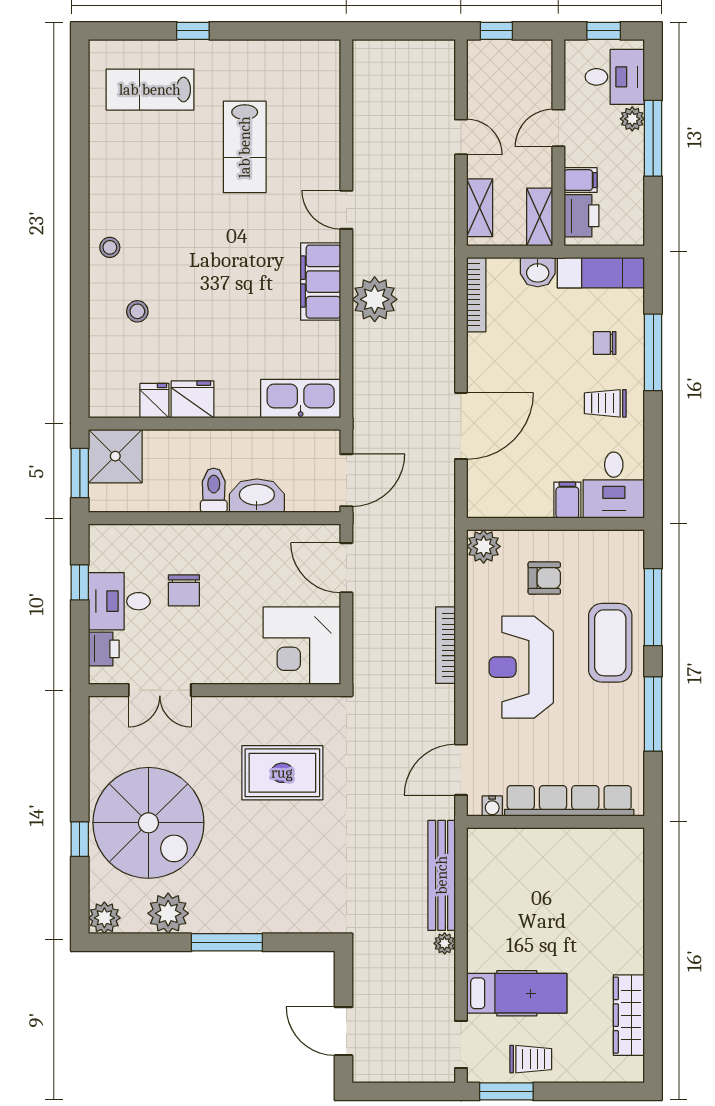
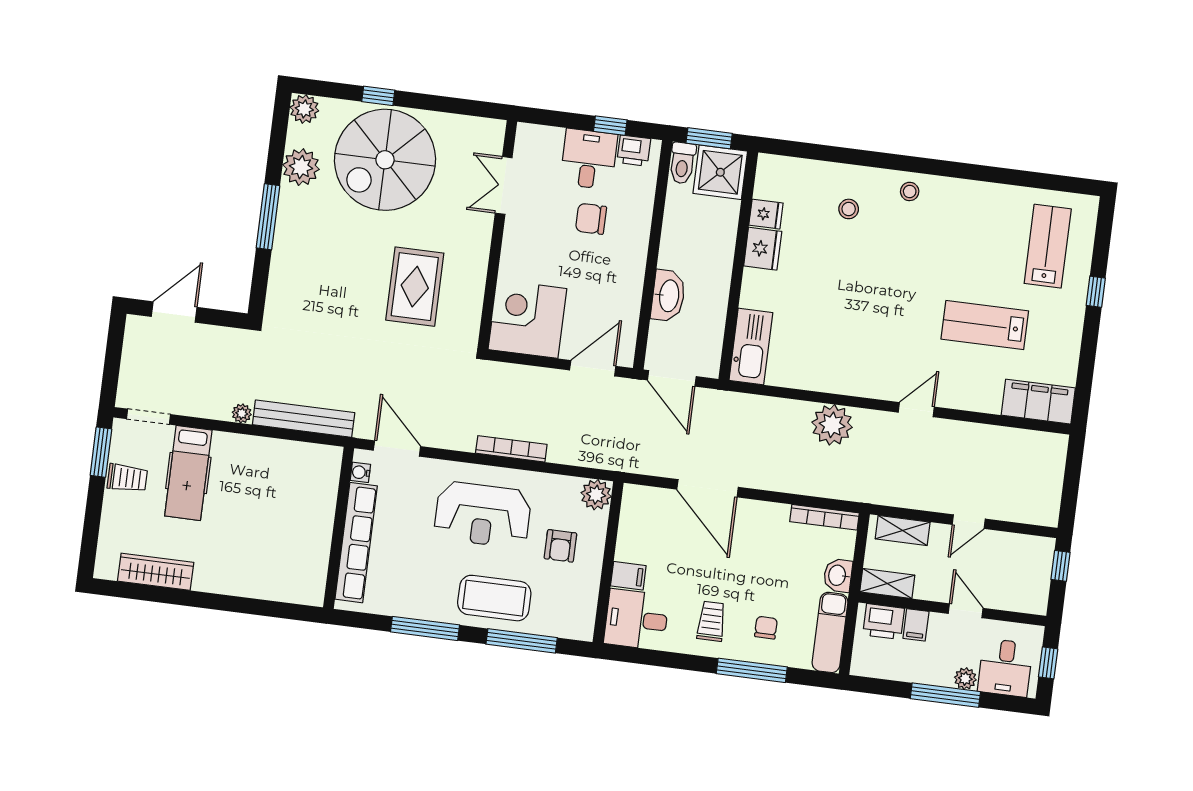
filing cabinet: (321, 282) -> (1038, 402), moved
toilet: (214, 490) -> (682, 163), moved, turned 90
printer: (104, 649) -> (634, 151), moved
reception desk: (521, 667) -> (483, 515), turned 180
trolley: (531, 1059) -> (127, 478), turned -90

